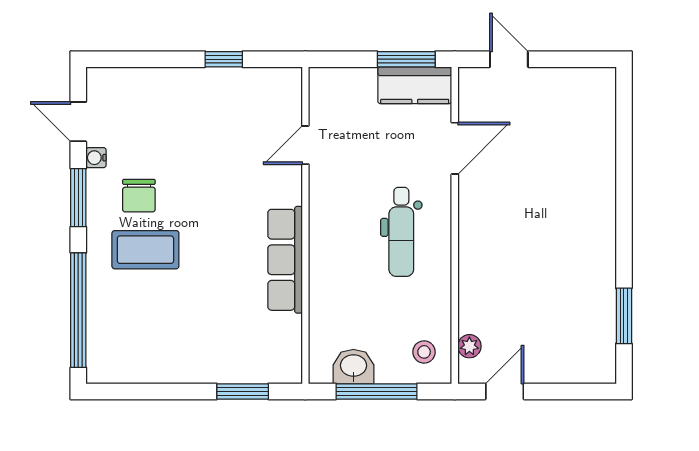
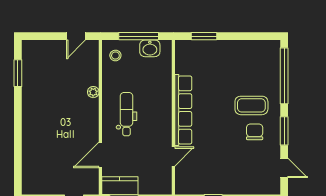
water cooler: (96, 158) -> (276, 150), removed
row of seats: (285, 260) -> (183, 110), width x1.36
plant: (469, 346) -> (93, 92), moved

